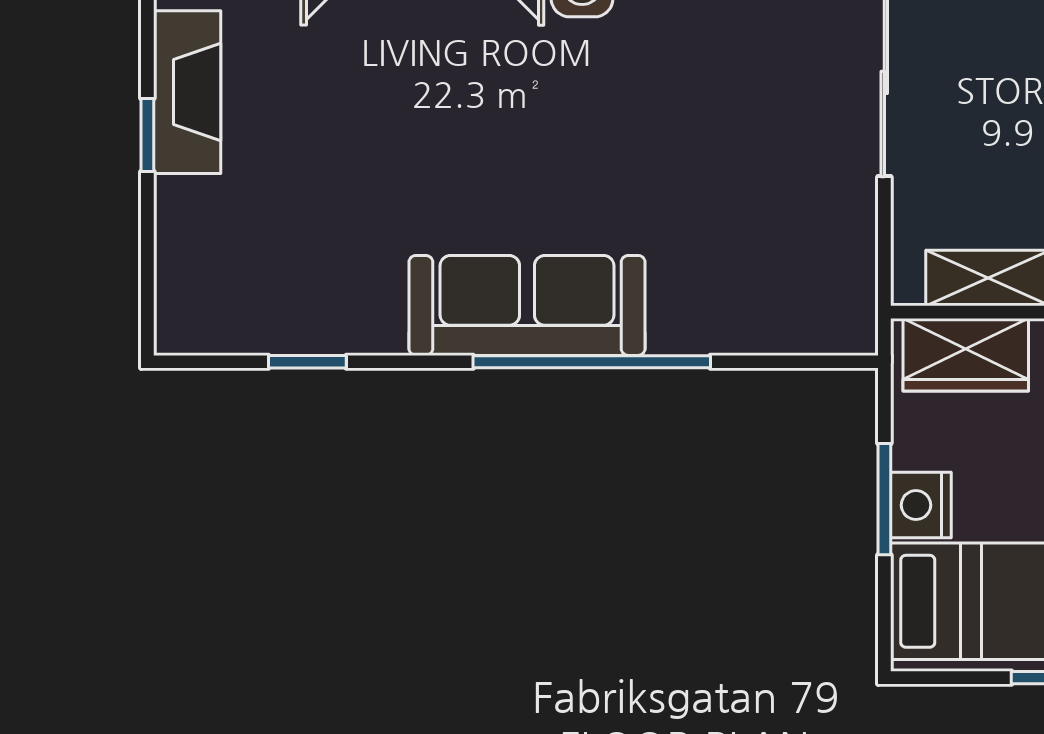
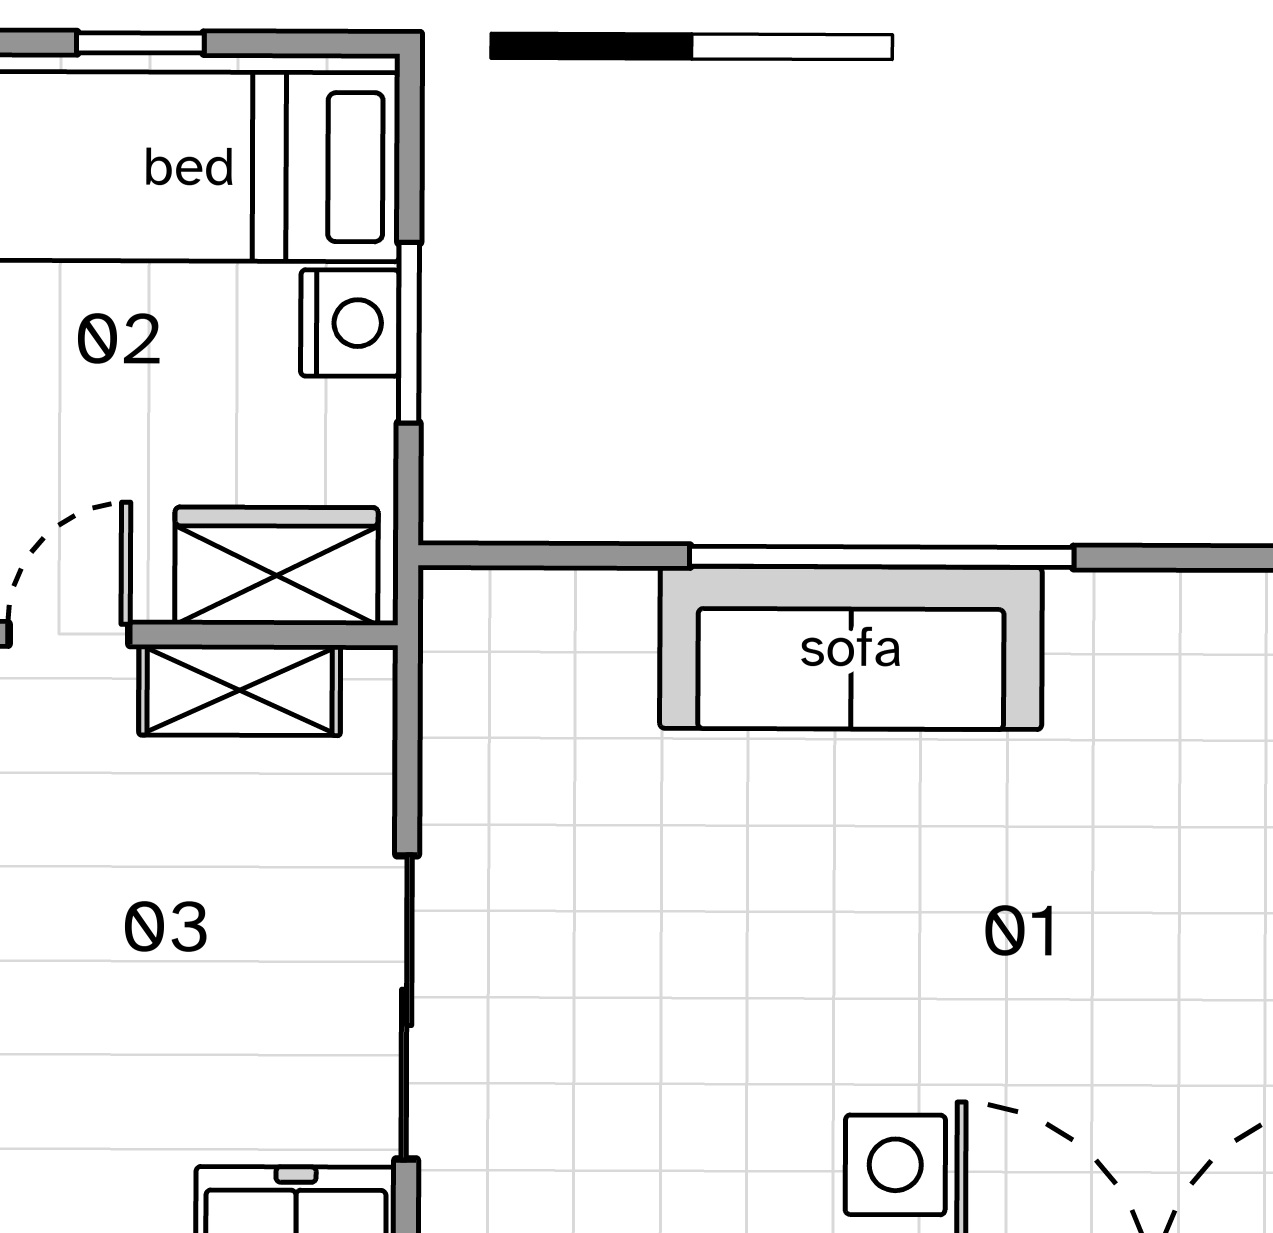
sofa: (527, 305) -> (851, 648), moved

